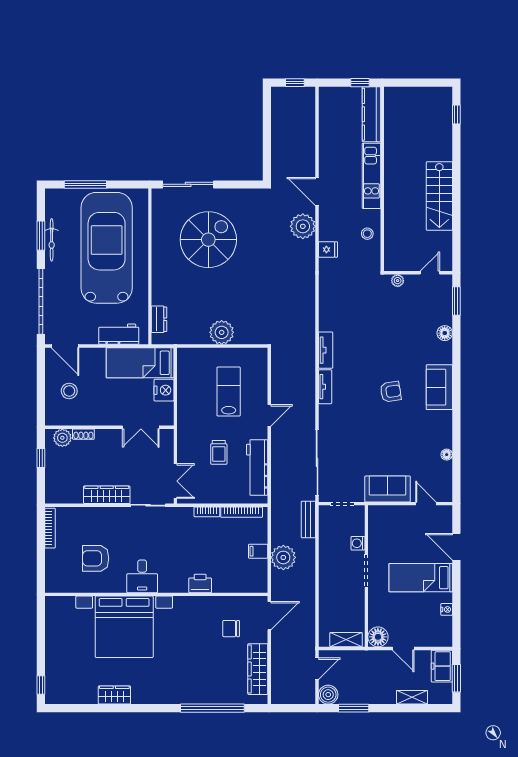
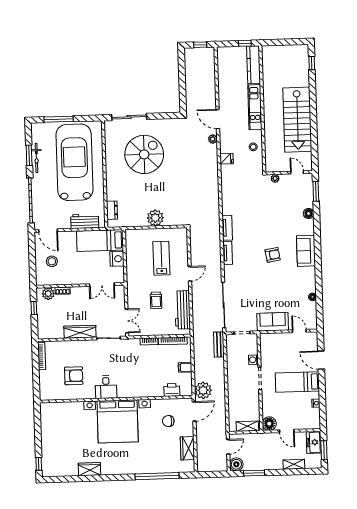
stairs: (439, 196) -> (297, 120), width x1.36, depth x1.51
plant: (303, 226) -> (213, 139), width x0.53, depth x0.53
door: (430, 273) -> (297, 172), hinge flipped
plant: (283, 557) -> (203, 390), moved
armchair: (96, 558) -> (74, 376), turned 180
printer: (200, 583) -> (172, 390), moved
bed with nightstands: (124, 627) -> (118, 421), moved
wardrobe: (258, 669) -> (187, 448), width x0.67

